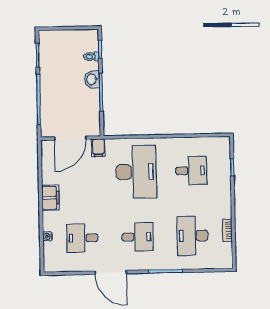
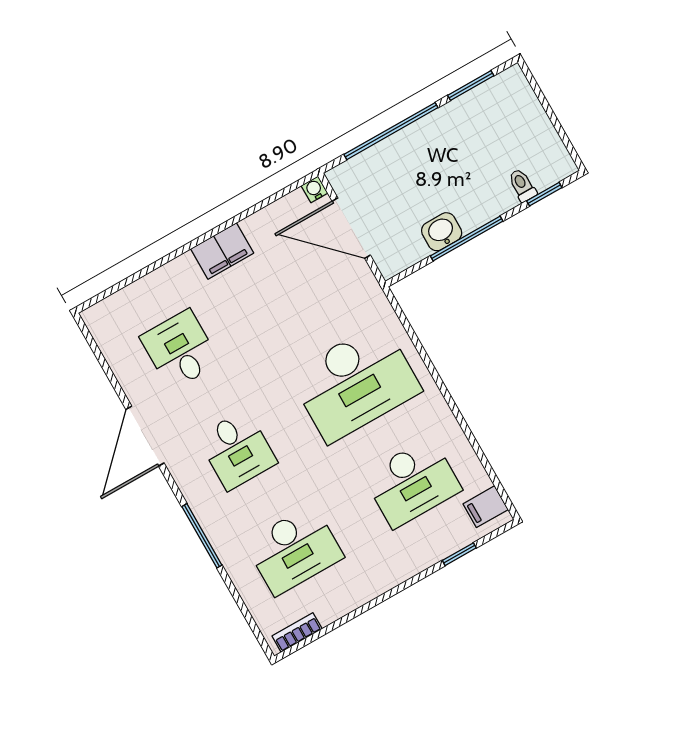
washbasin: (92, 79) -> (442, 232), moved
filing cabinet: (98, 148) -> (486, 507), moved
desk: (191, 171) -> (412, 483), width x1.37
bookcase: (227, 230) -> (297, 632), moved
water cooler: (47, 236) -> (314, 189), moved
desk: (193, 236) -> (294, 550), turned 180

